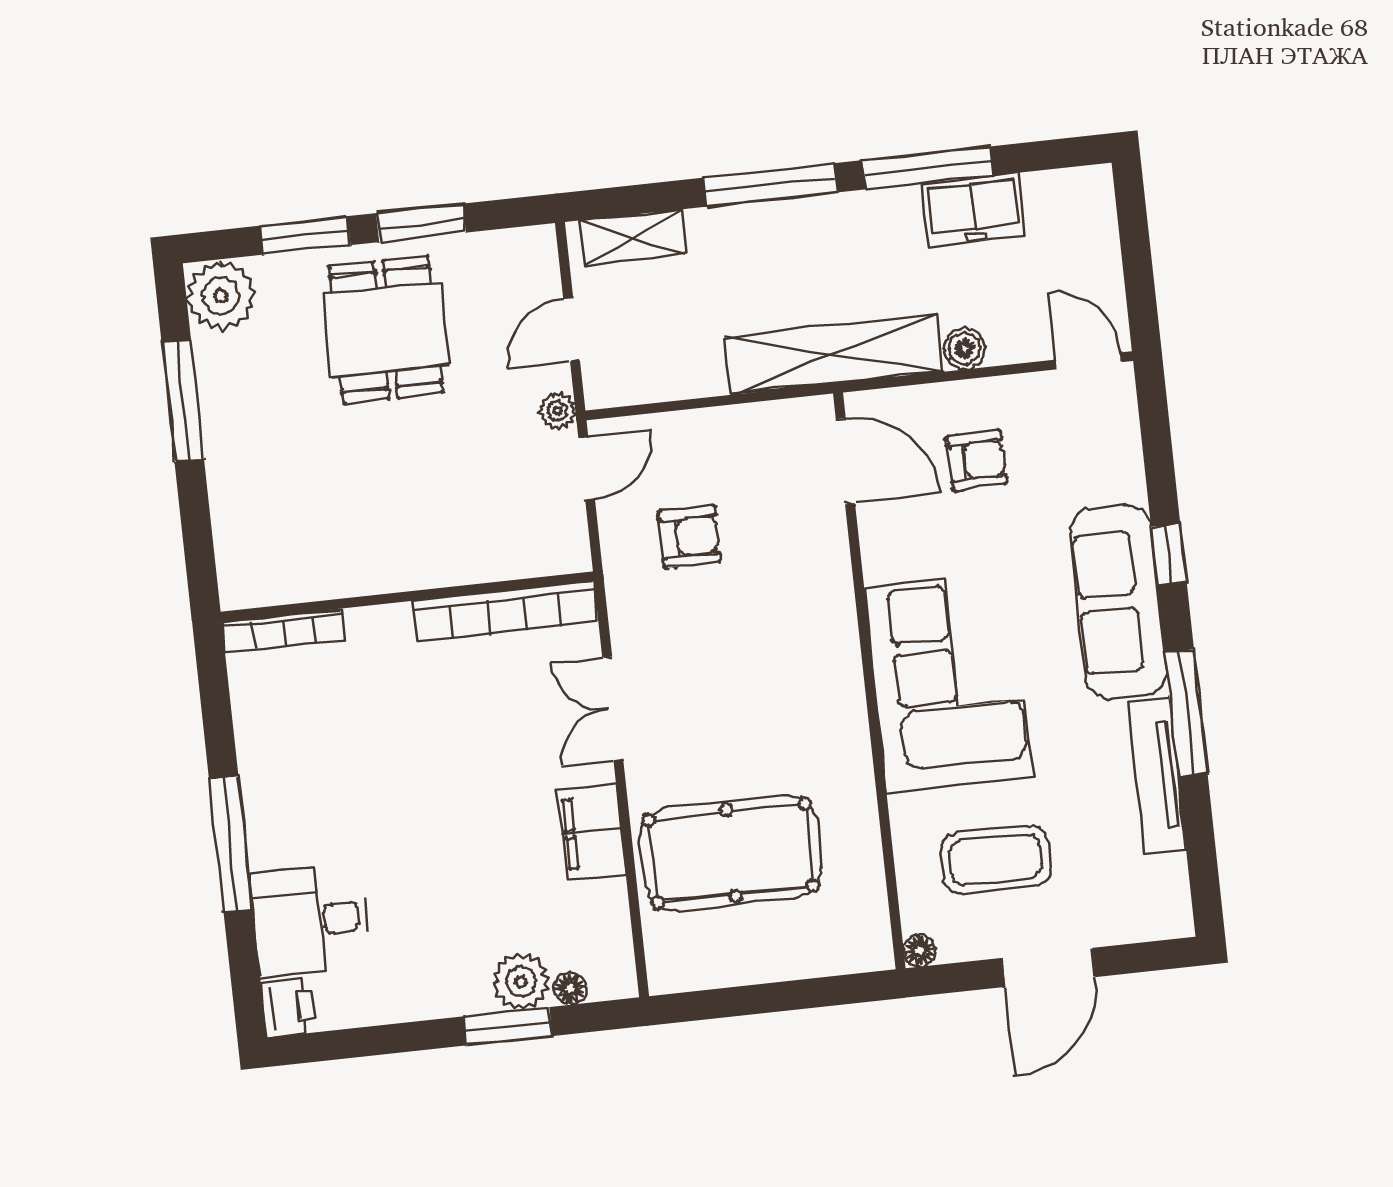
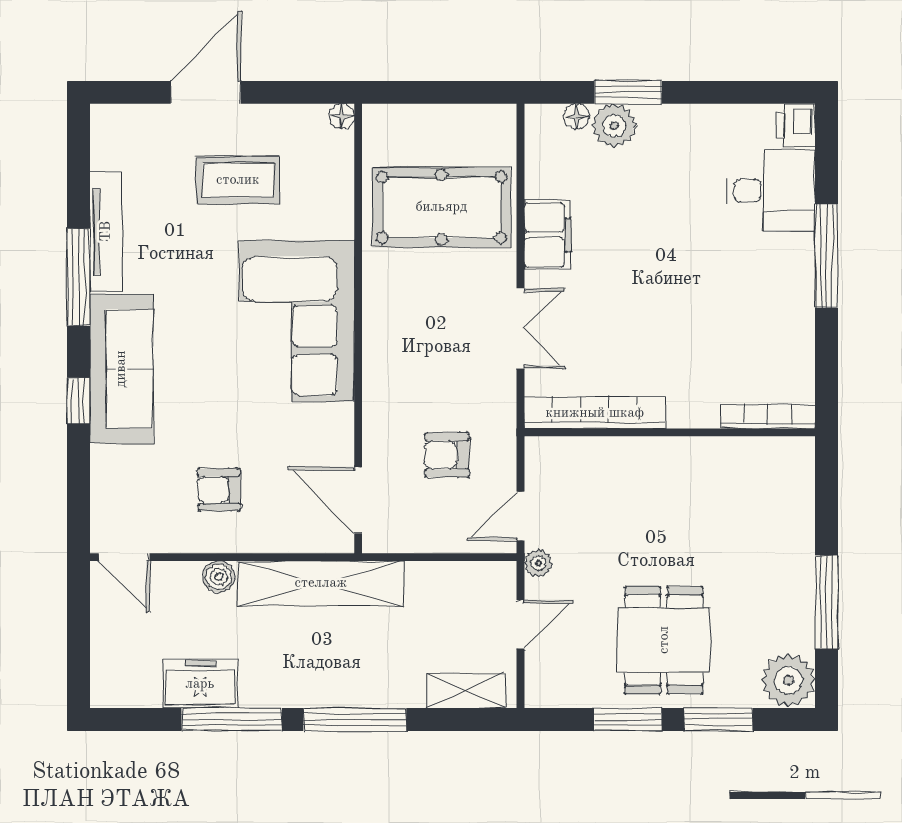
door: (845, 461) -> (358, 500), moved
wall: (869, 681) -> (358, 329), moved
corner sofa: (949, 682) -> (297, 321), moved
floor lamp: (920, 951) -> (342, 116), moved

